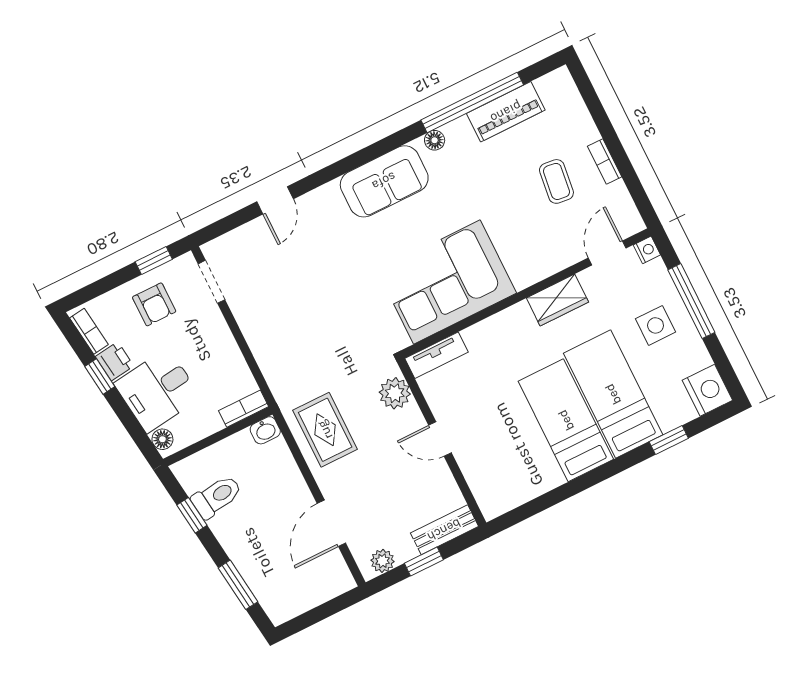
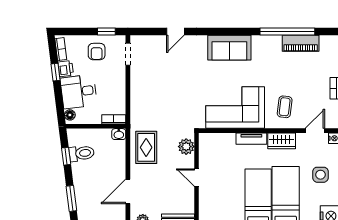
floor lamp: (435, 140) -> (262, 40), removed
coffee table: (556, 181) -> (285, 107), moved
tv unit: (437, 355) -> (251, 139), moved

